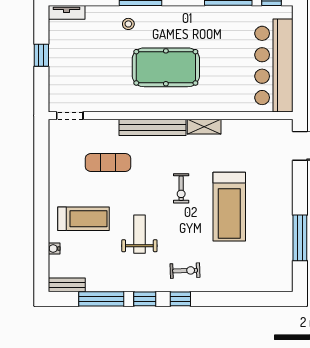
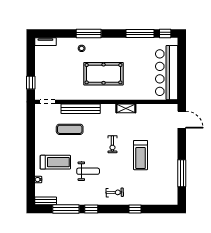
window: (41, 55) -> (31, 83), moved
bench: (152, 127) -> (81, 109), moved
treadmill: (229, 207) -> (141, 155), width x0.73, depth x0.73
weight bench: (139, 234) -> (88, 171), turned 90
window: (180, 299) -> (135, 209), moved

